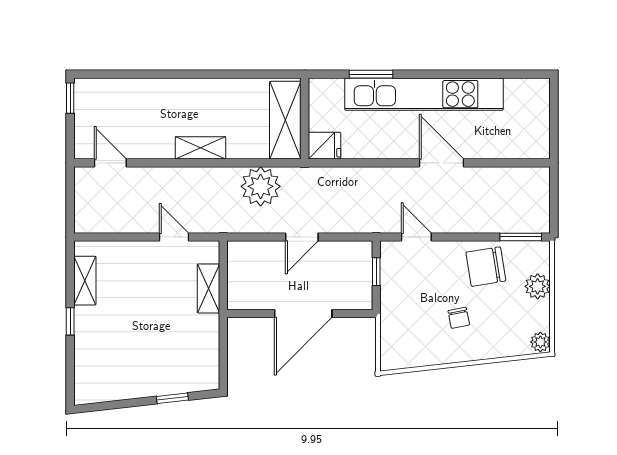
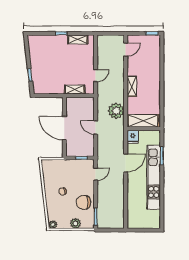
door: (442, 163) -> (126, 163), moved
chair: (486, 267) -> (84, 202), turned -81

